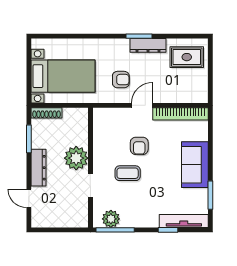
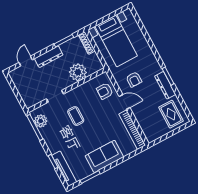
armchair: (139, 146) -> (105, 91), moved
plant: (76, 158) -> (78, 72), moved

